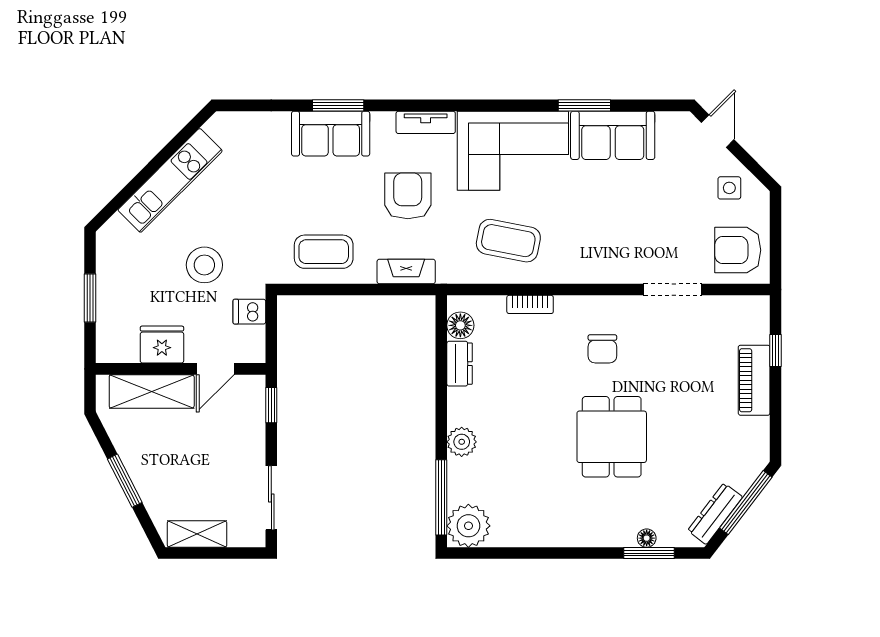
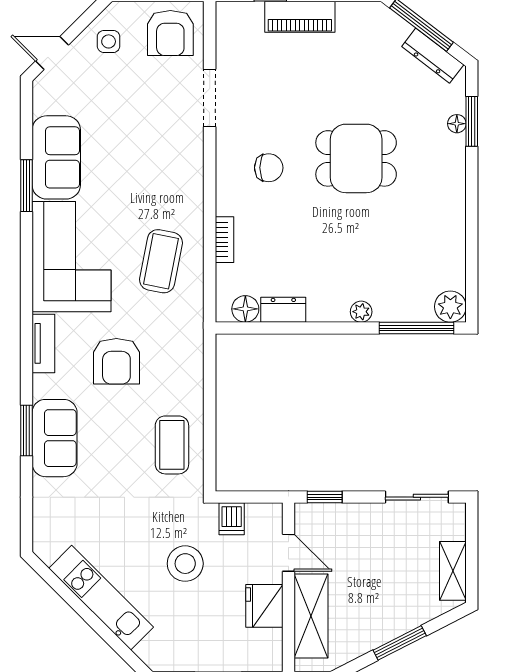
armchair: (408, 196) -> (116, 361), turned -90
fireplace: (406, 271) -> (192, 363), removed
plant: (462, 442) -> (361, 312), width x0.73, depth x0.73
plant: (468, 526) -> (450, 307), width x0.73, depth x0.73

